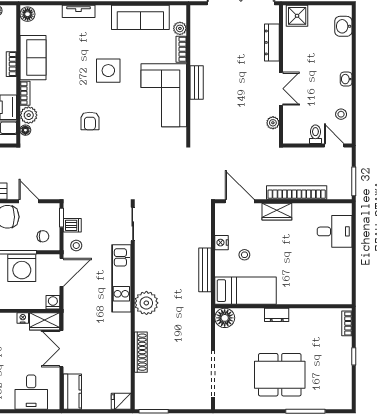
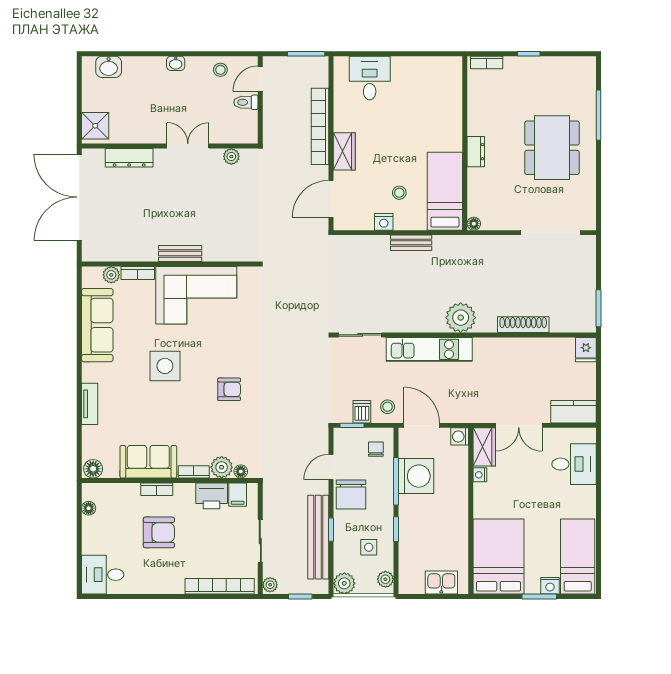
bench: (205, 270) -> (411, 243), width x0.73
floor lamp: (225, 318) -> (474, 224), width x0.53, depth x0.53

